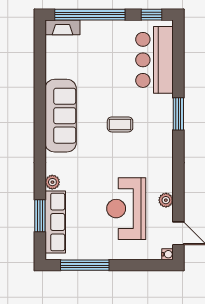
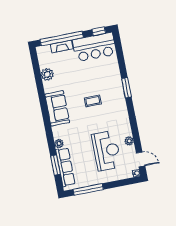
fireplace: (63, 27) -> (62, 46), moved
bar counter: (154, 60) -> (94, 47), moved, turned -90
plant: (55, 68) -> (47, 74), added
sofa: (61, 116) -> (57, 108), width x0.73
reception desk: (126, 209) -> (106, 151), turned 180

